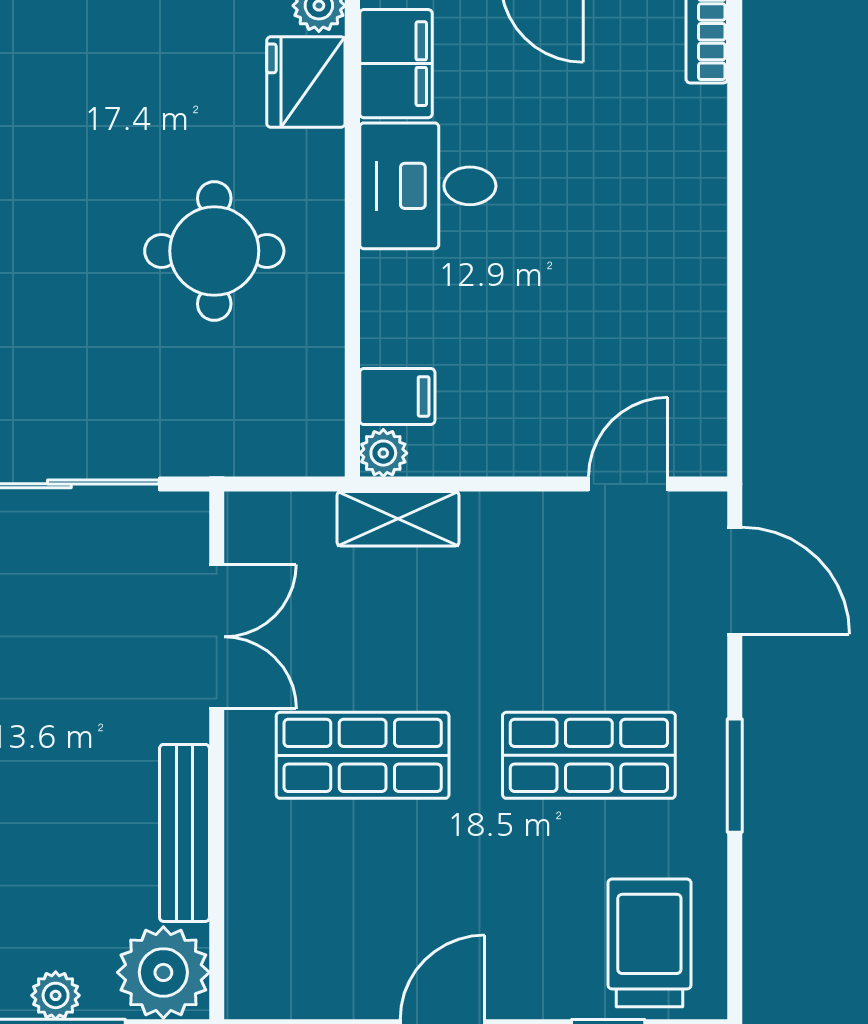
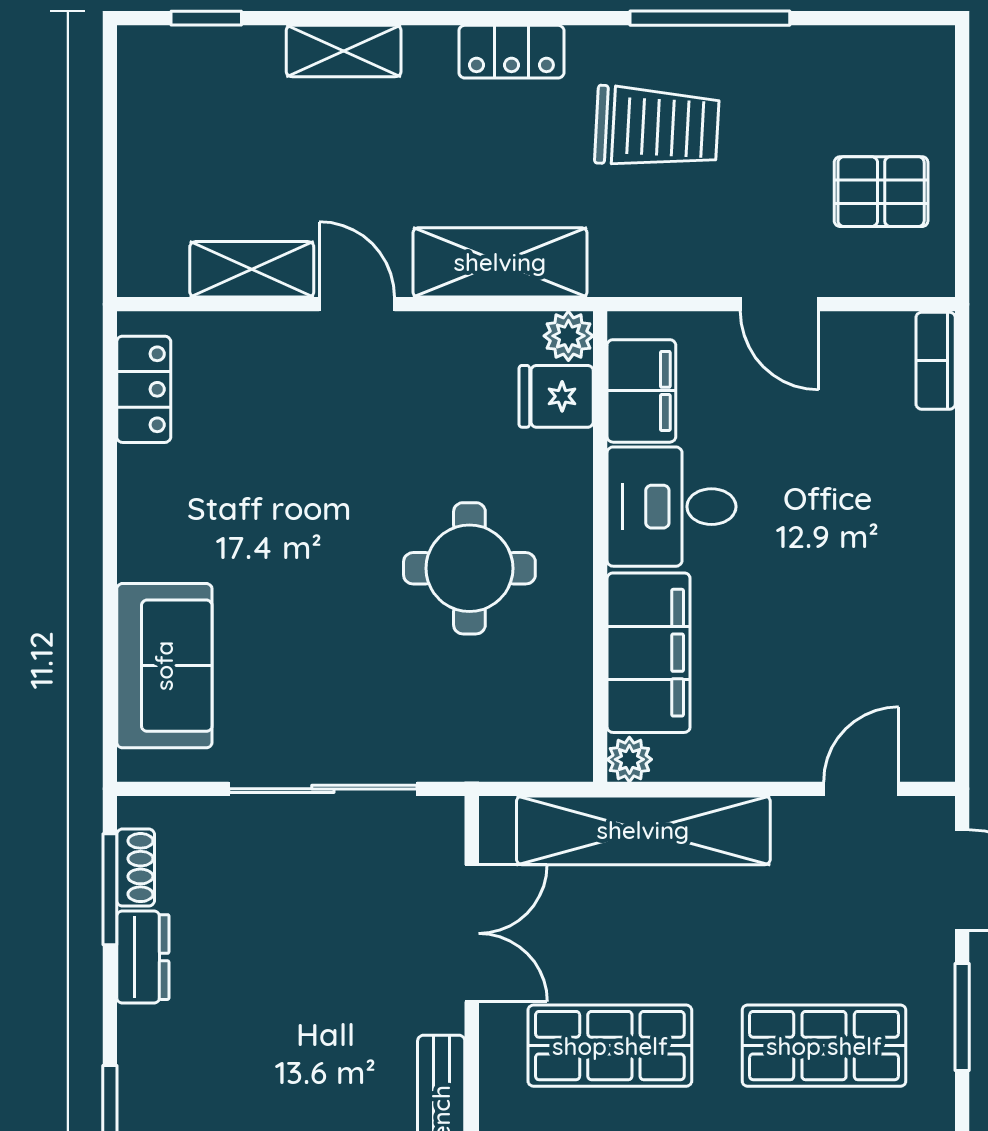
fridge: (306, 82) -> (556, 396), width x0.72
filing cabinet: (397, 396) -> (649, 653), width x3.00, depth x1.17
shelving: (398, 519) -> (643, 830), width x2.20, depth x1.33
window: (735, 776) -> (962, 1017), moved

